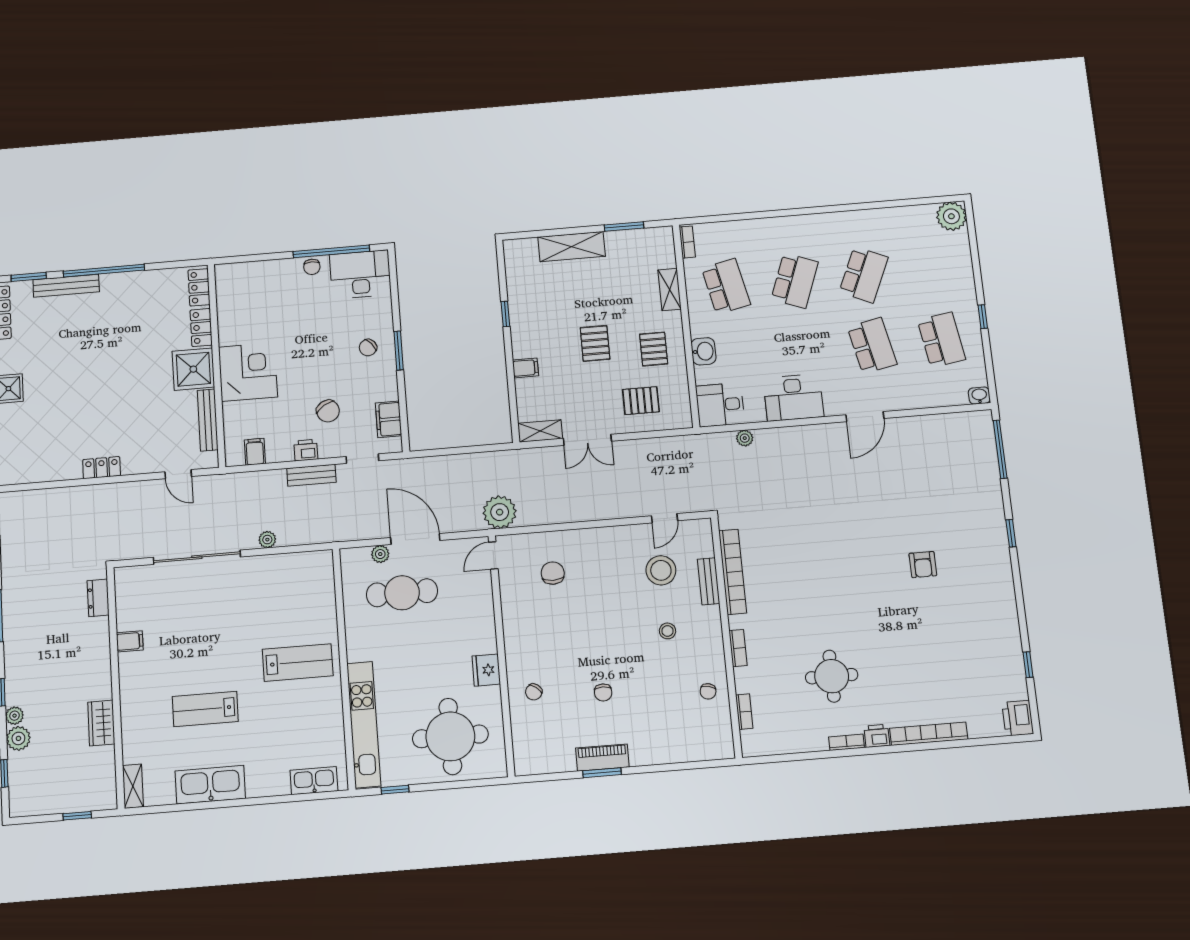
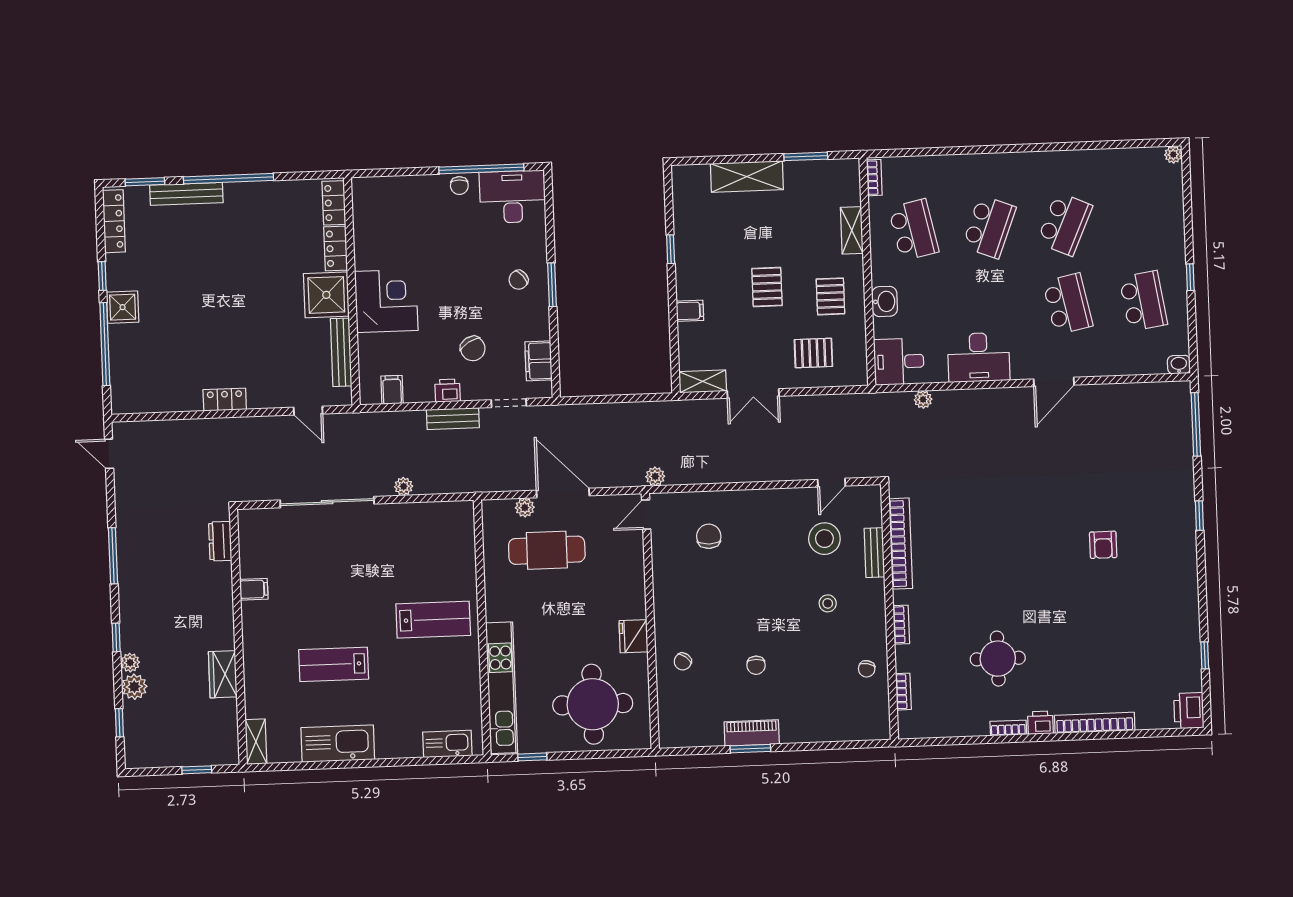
plant: (951, 216) -> (1173, 155), width x0.53, depth x0.53
plant: (500, 512) -> (655, 476), width x0.53, depth x0.53

